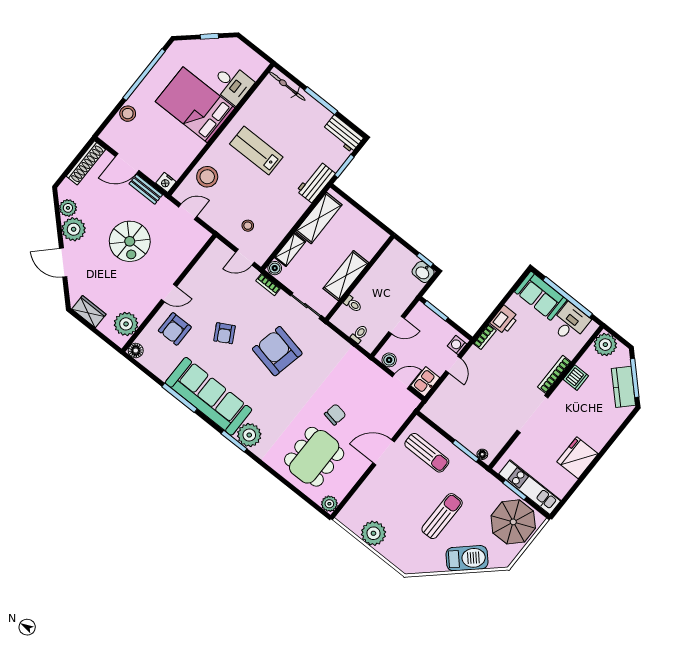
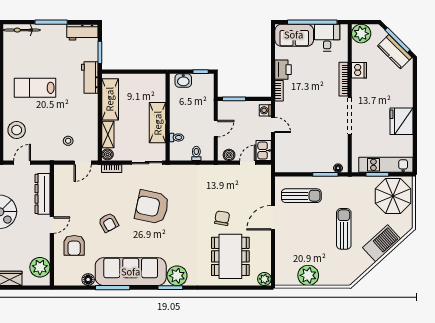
dresser: (184, 256) -> (43, 194), added
washbasin: (423, 272) -> (183, 80), moved
floor lamp: (136, 351) -> (88, 280), moved

